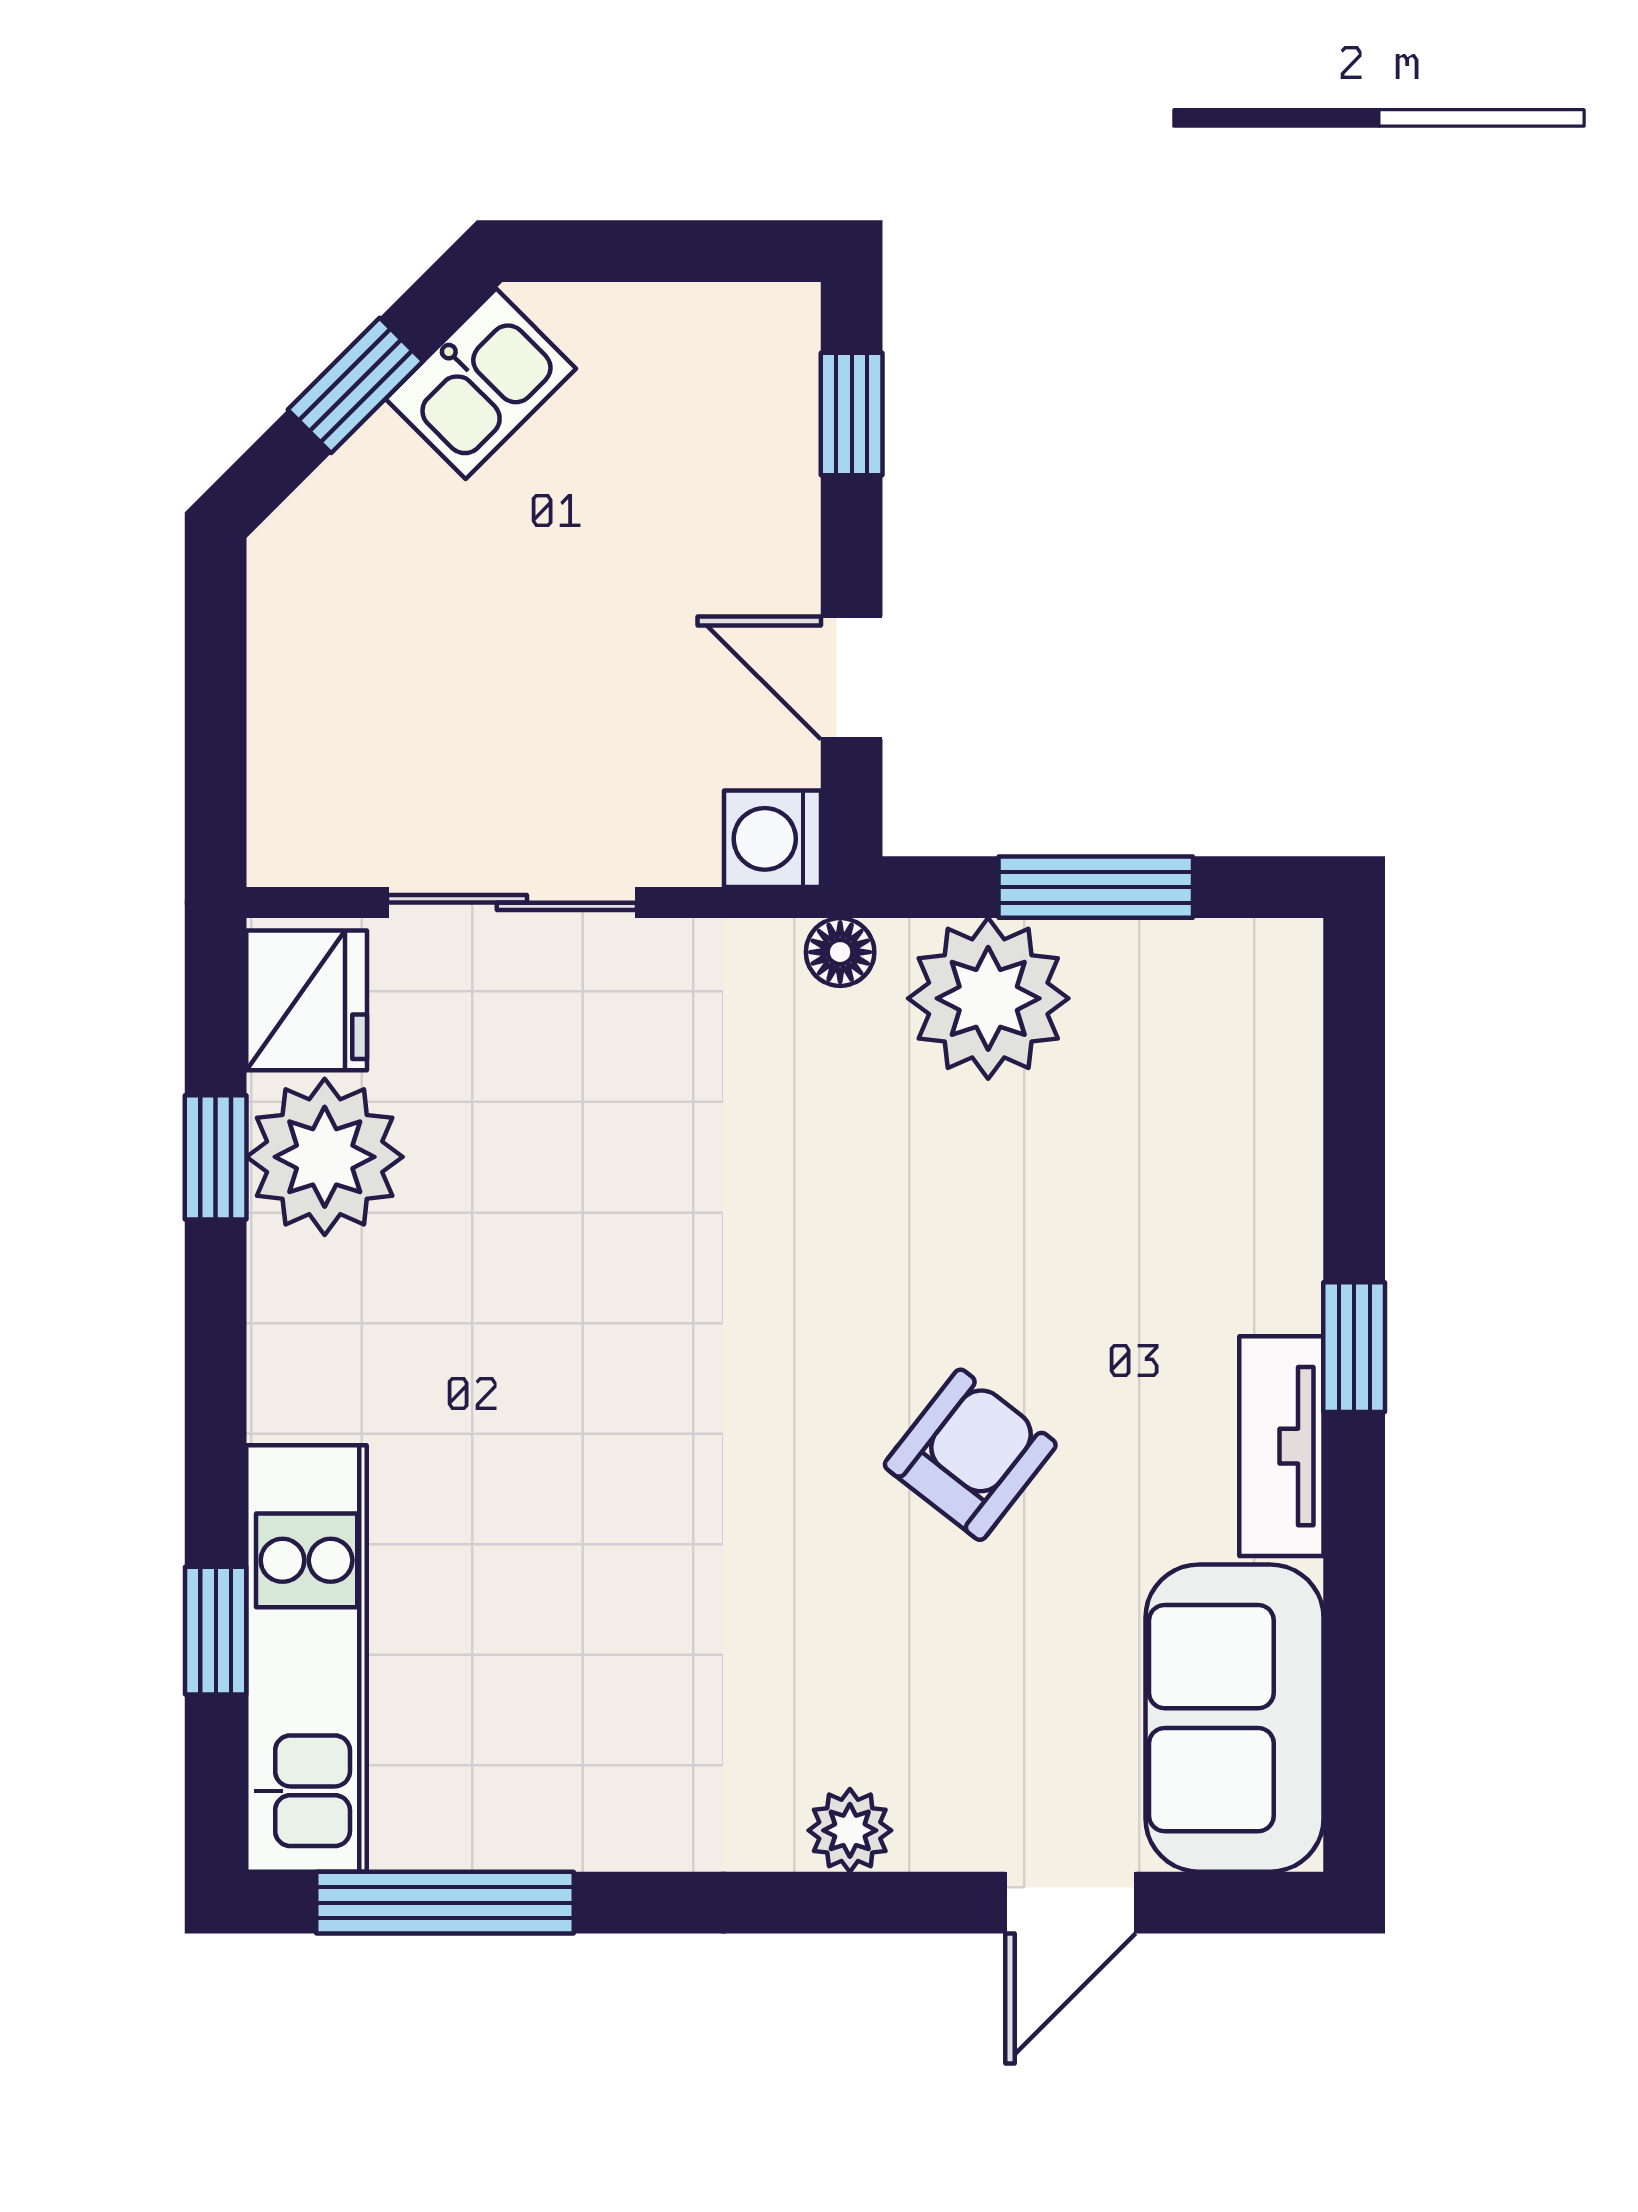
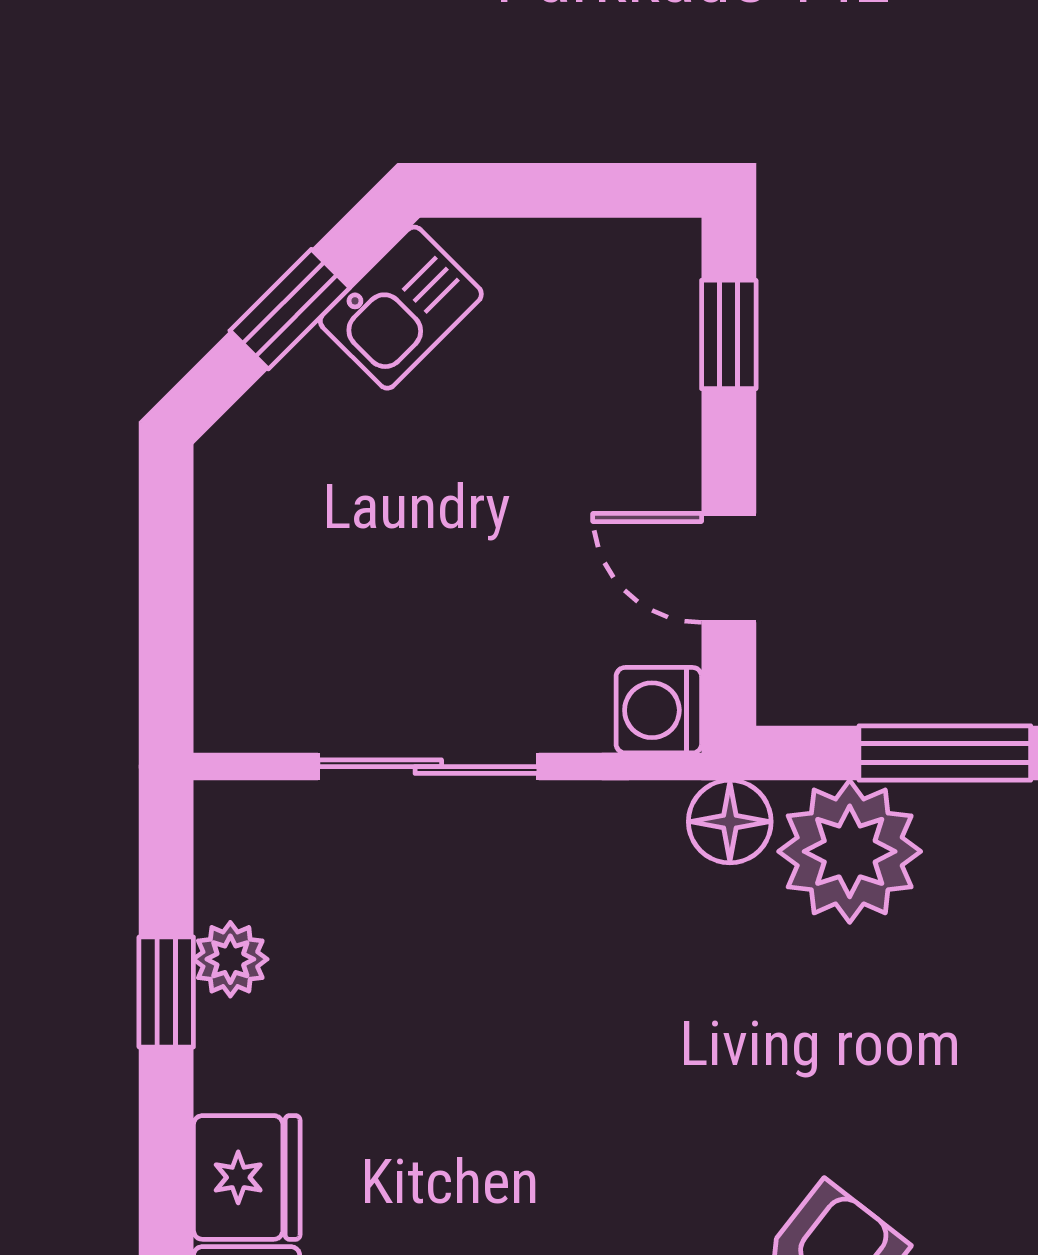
floor lamp: (840, 952) -> (730, 822), width x1.37, depth x1.37
fridge: (307, 1000) -> (247, 1177), moved
plant: (325, 1157) -> (230, 959), width x0.53, depth x0.53

